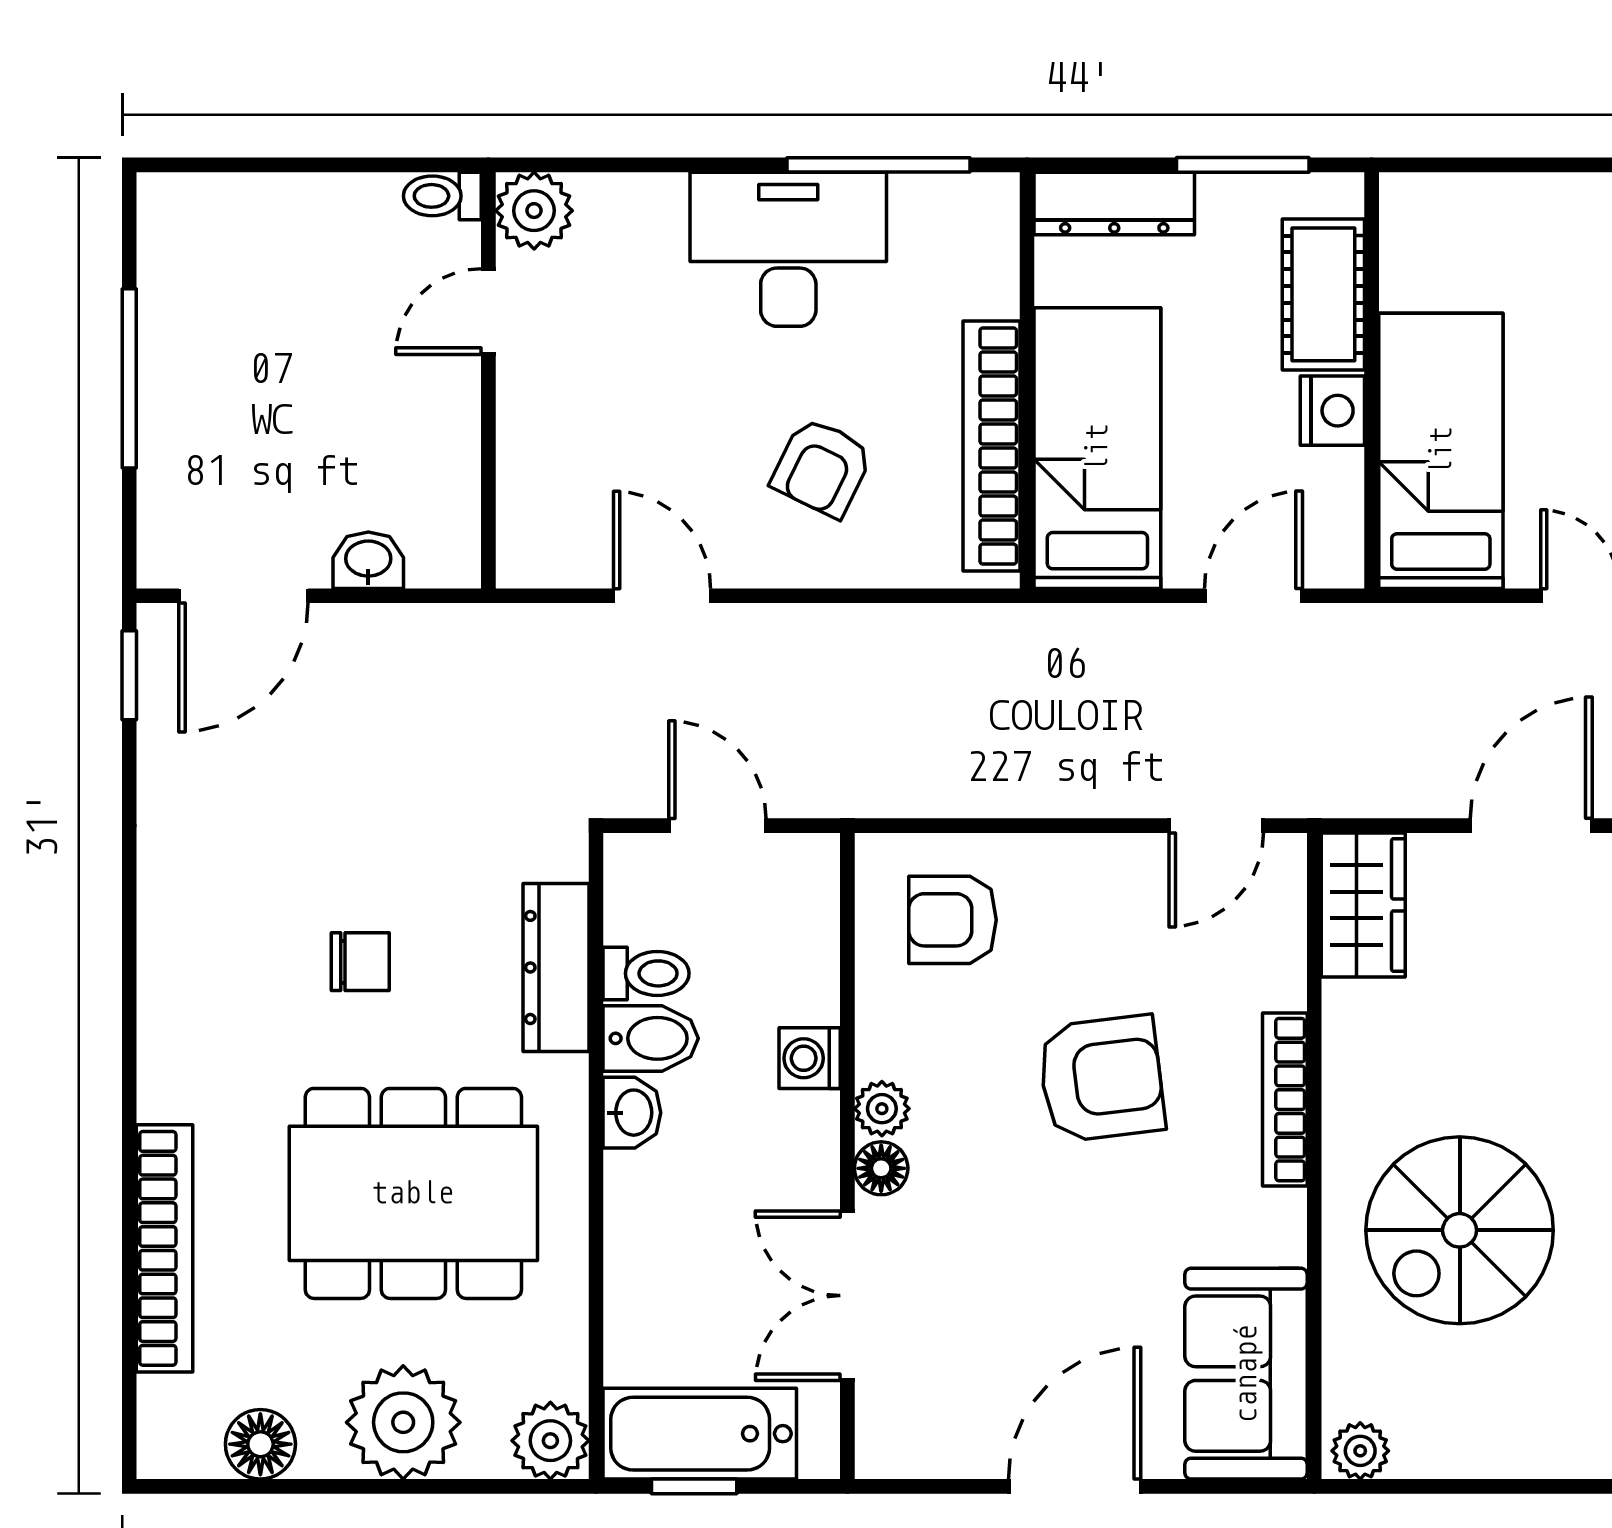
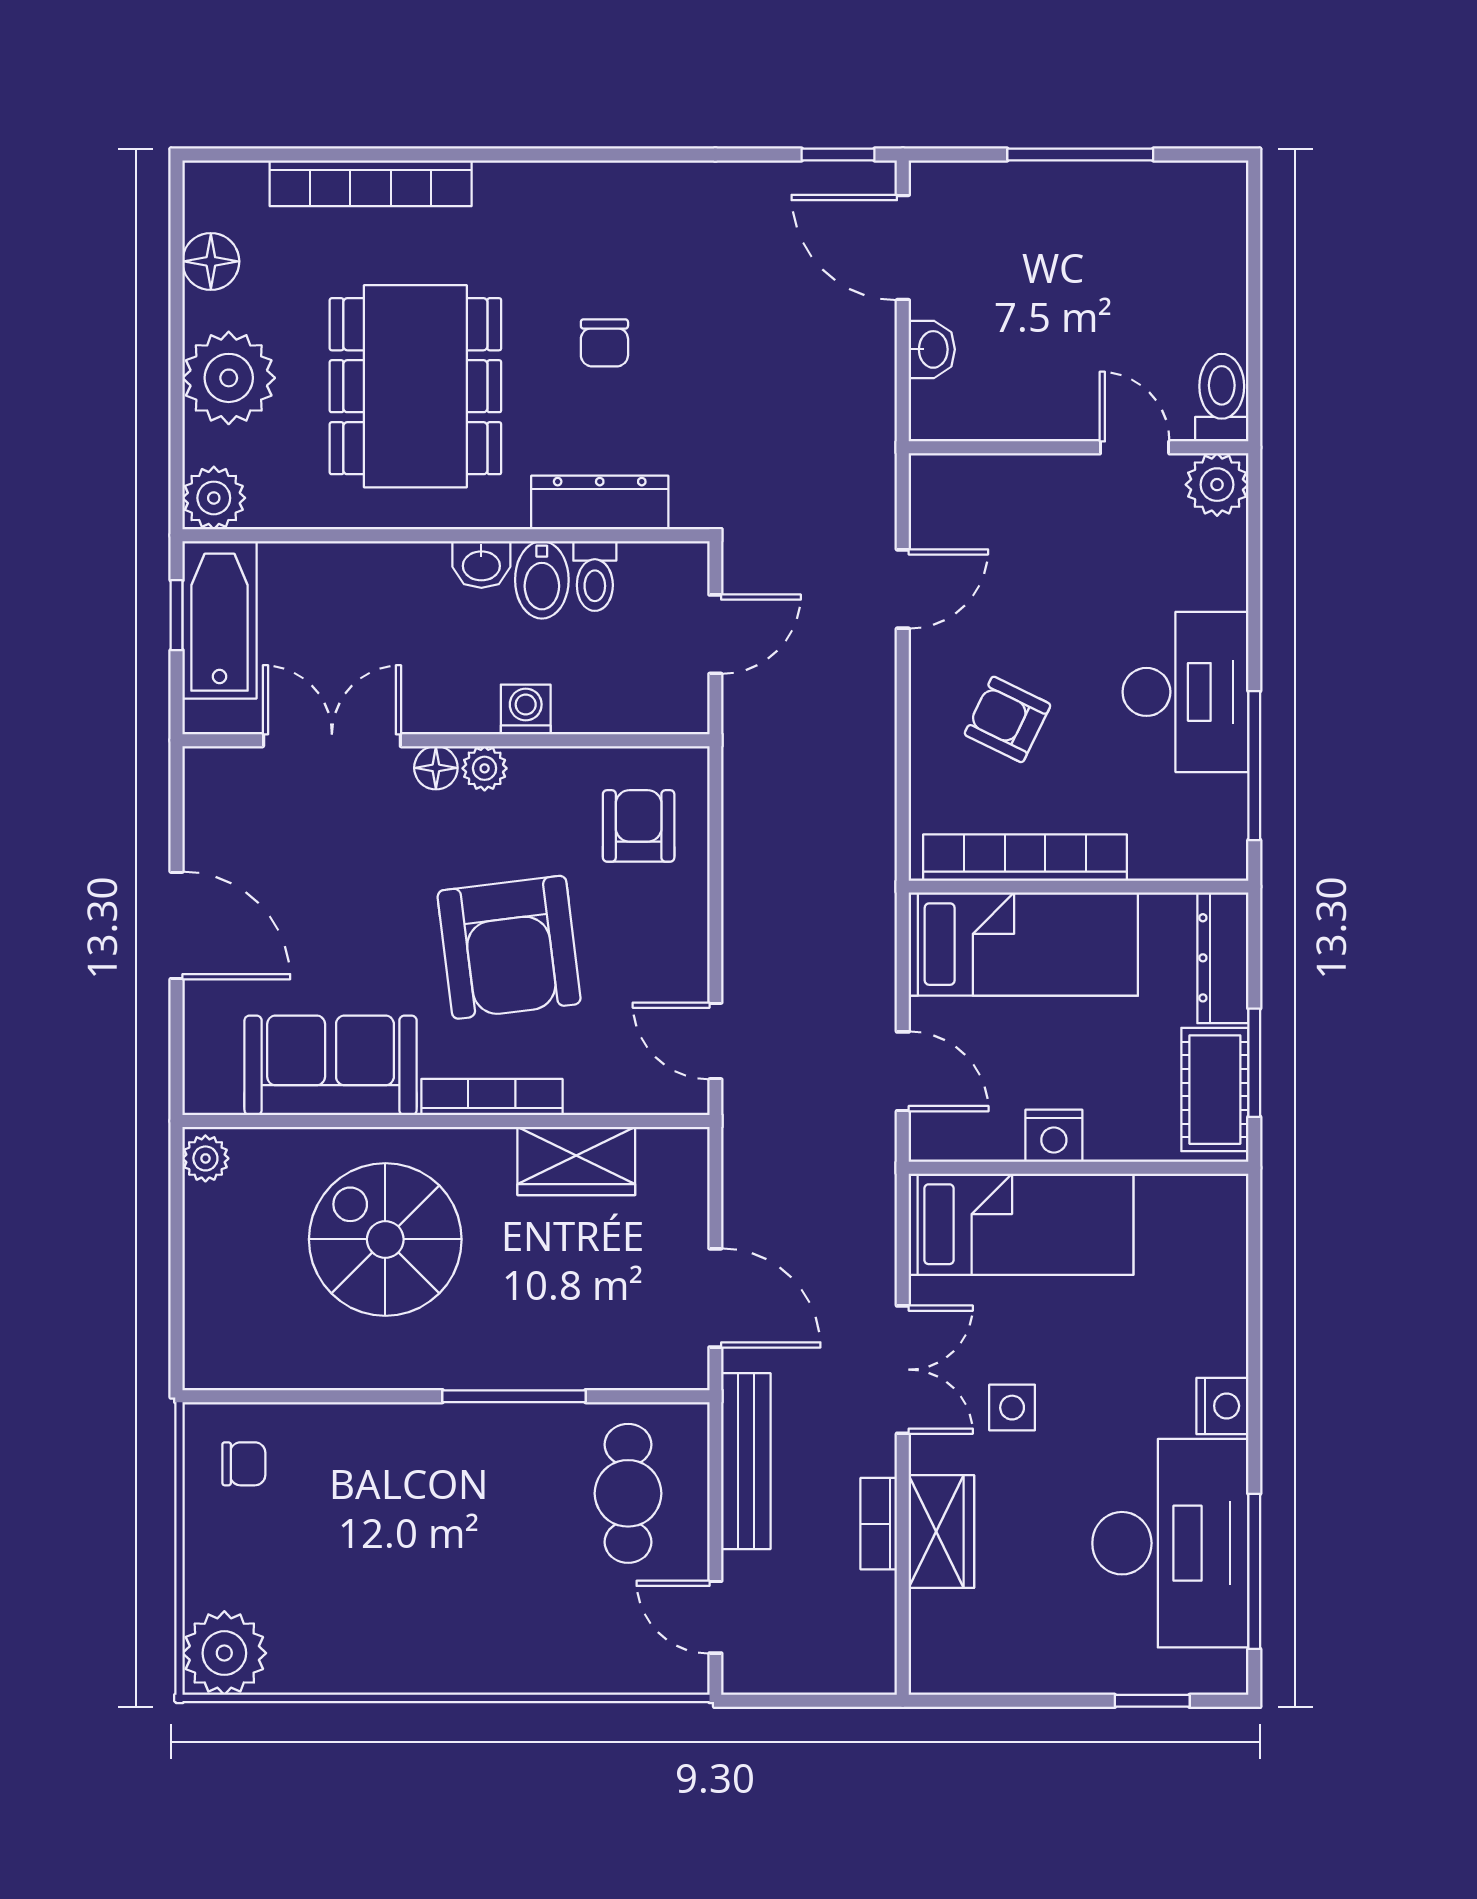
toilet: (442, 196) -> (1222, 398), width x1.37, depth x1.39
cot: (1323, 294) -> (1215, 1090), moved, turned 90
wardrobe: (1363, 905) -> (576, 1161), moved
armchair: (1101, 1079) -> (509, 947), width x1.36, depth x1.36
sofa: (1246, 1374) -> (331, 1065), moved

